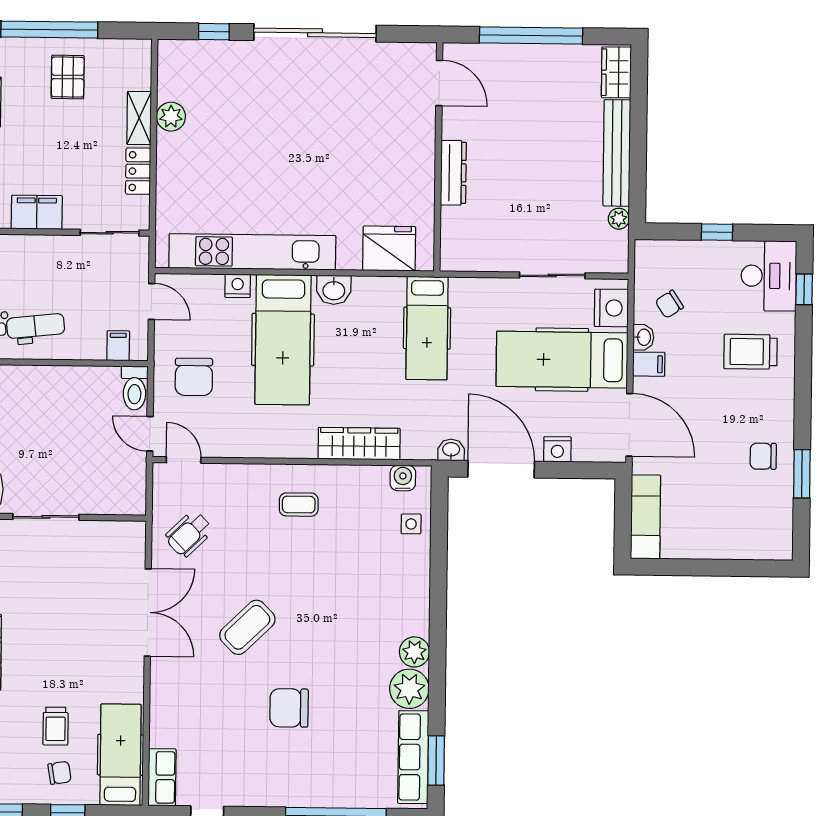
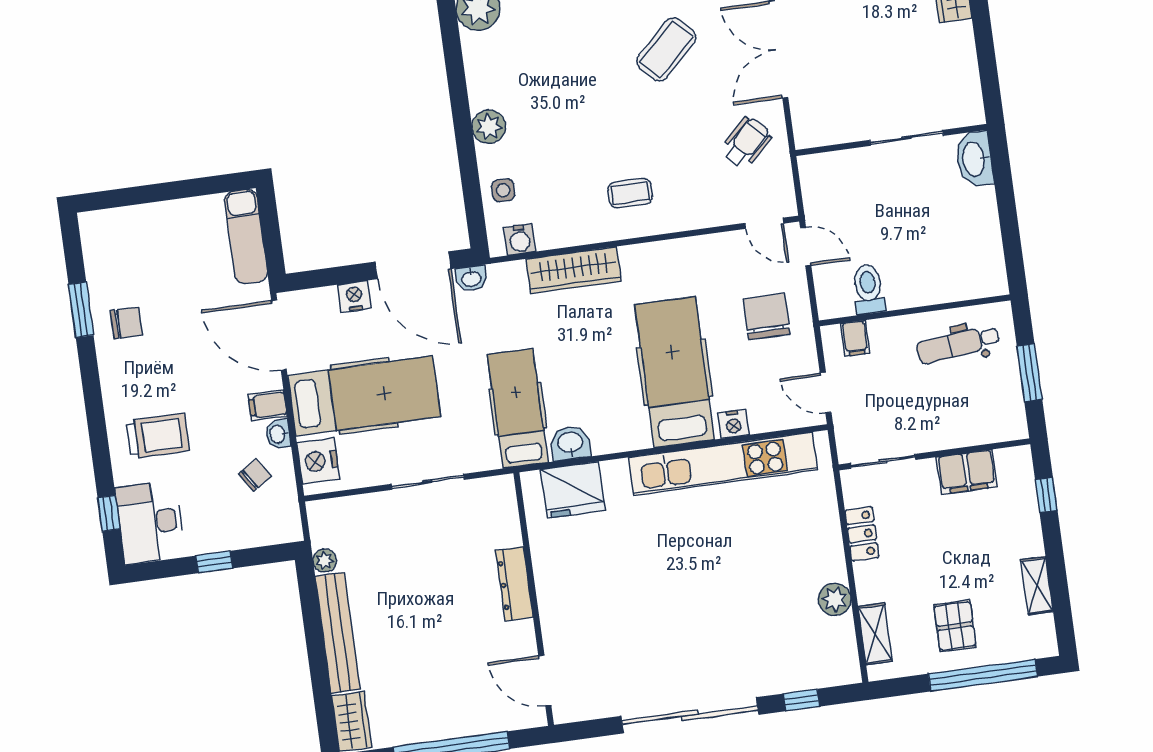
shelving: (139, 118) -> (875, 634), moved
sliding door: (552, 275) -> (428, 482), moved
washbasin: (334, 290) -> (570, 443), moved
toilet: (135, 388) -> (868, 289), moved
plant: (414, 652) -> (489, 127), moved

